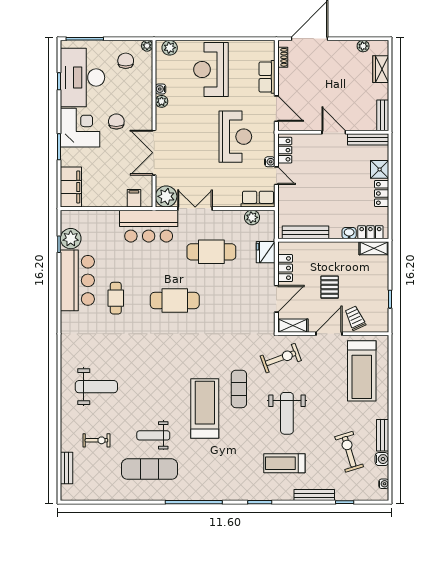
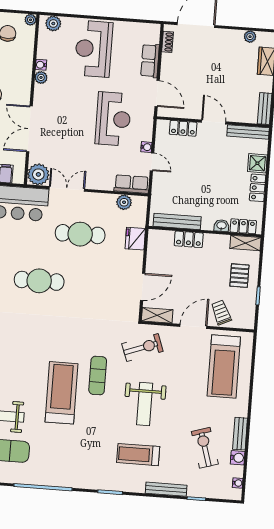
locker: (285, 150) -> (183, 128), moved, turned 90
locker: (285, 268) -> (189, 239), moved, turned 90
pallet: (330, 287) -> (239, 276), moved

